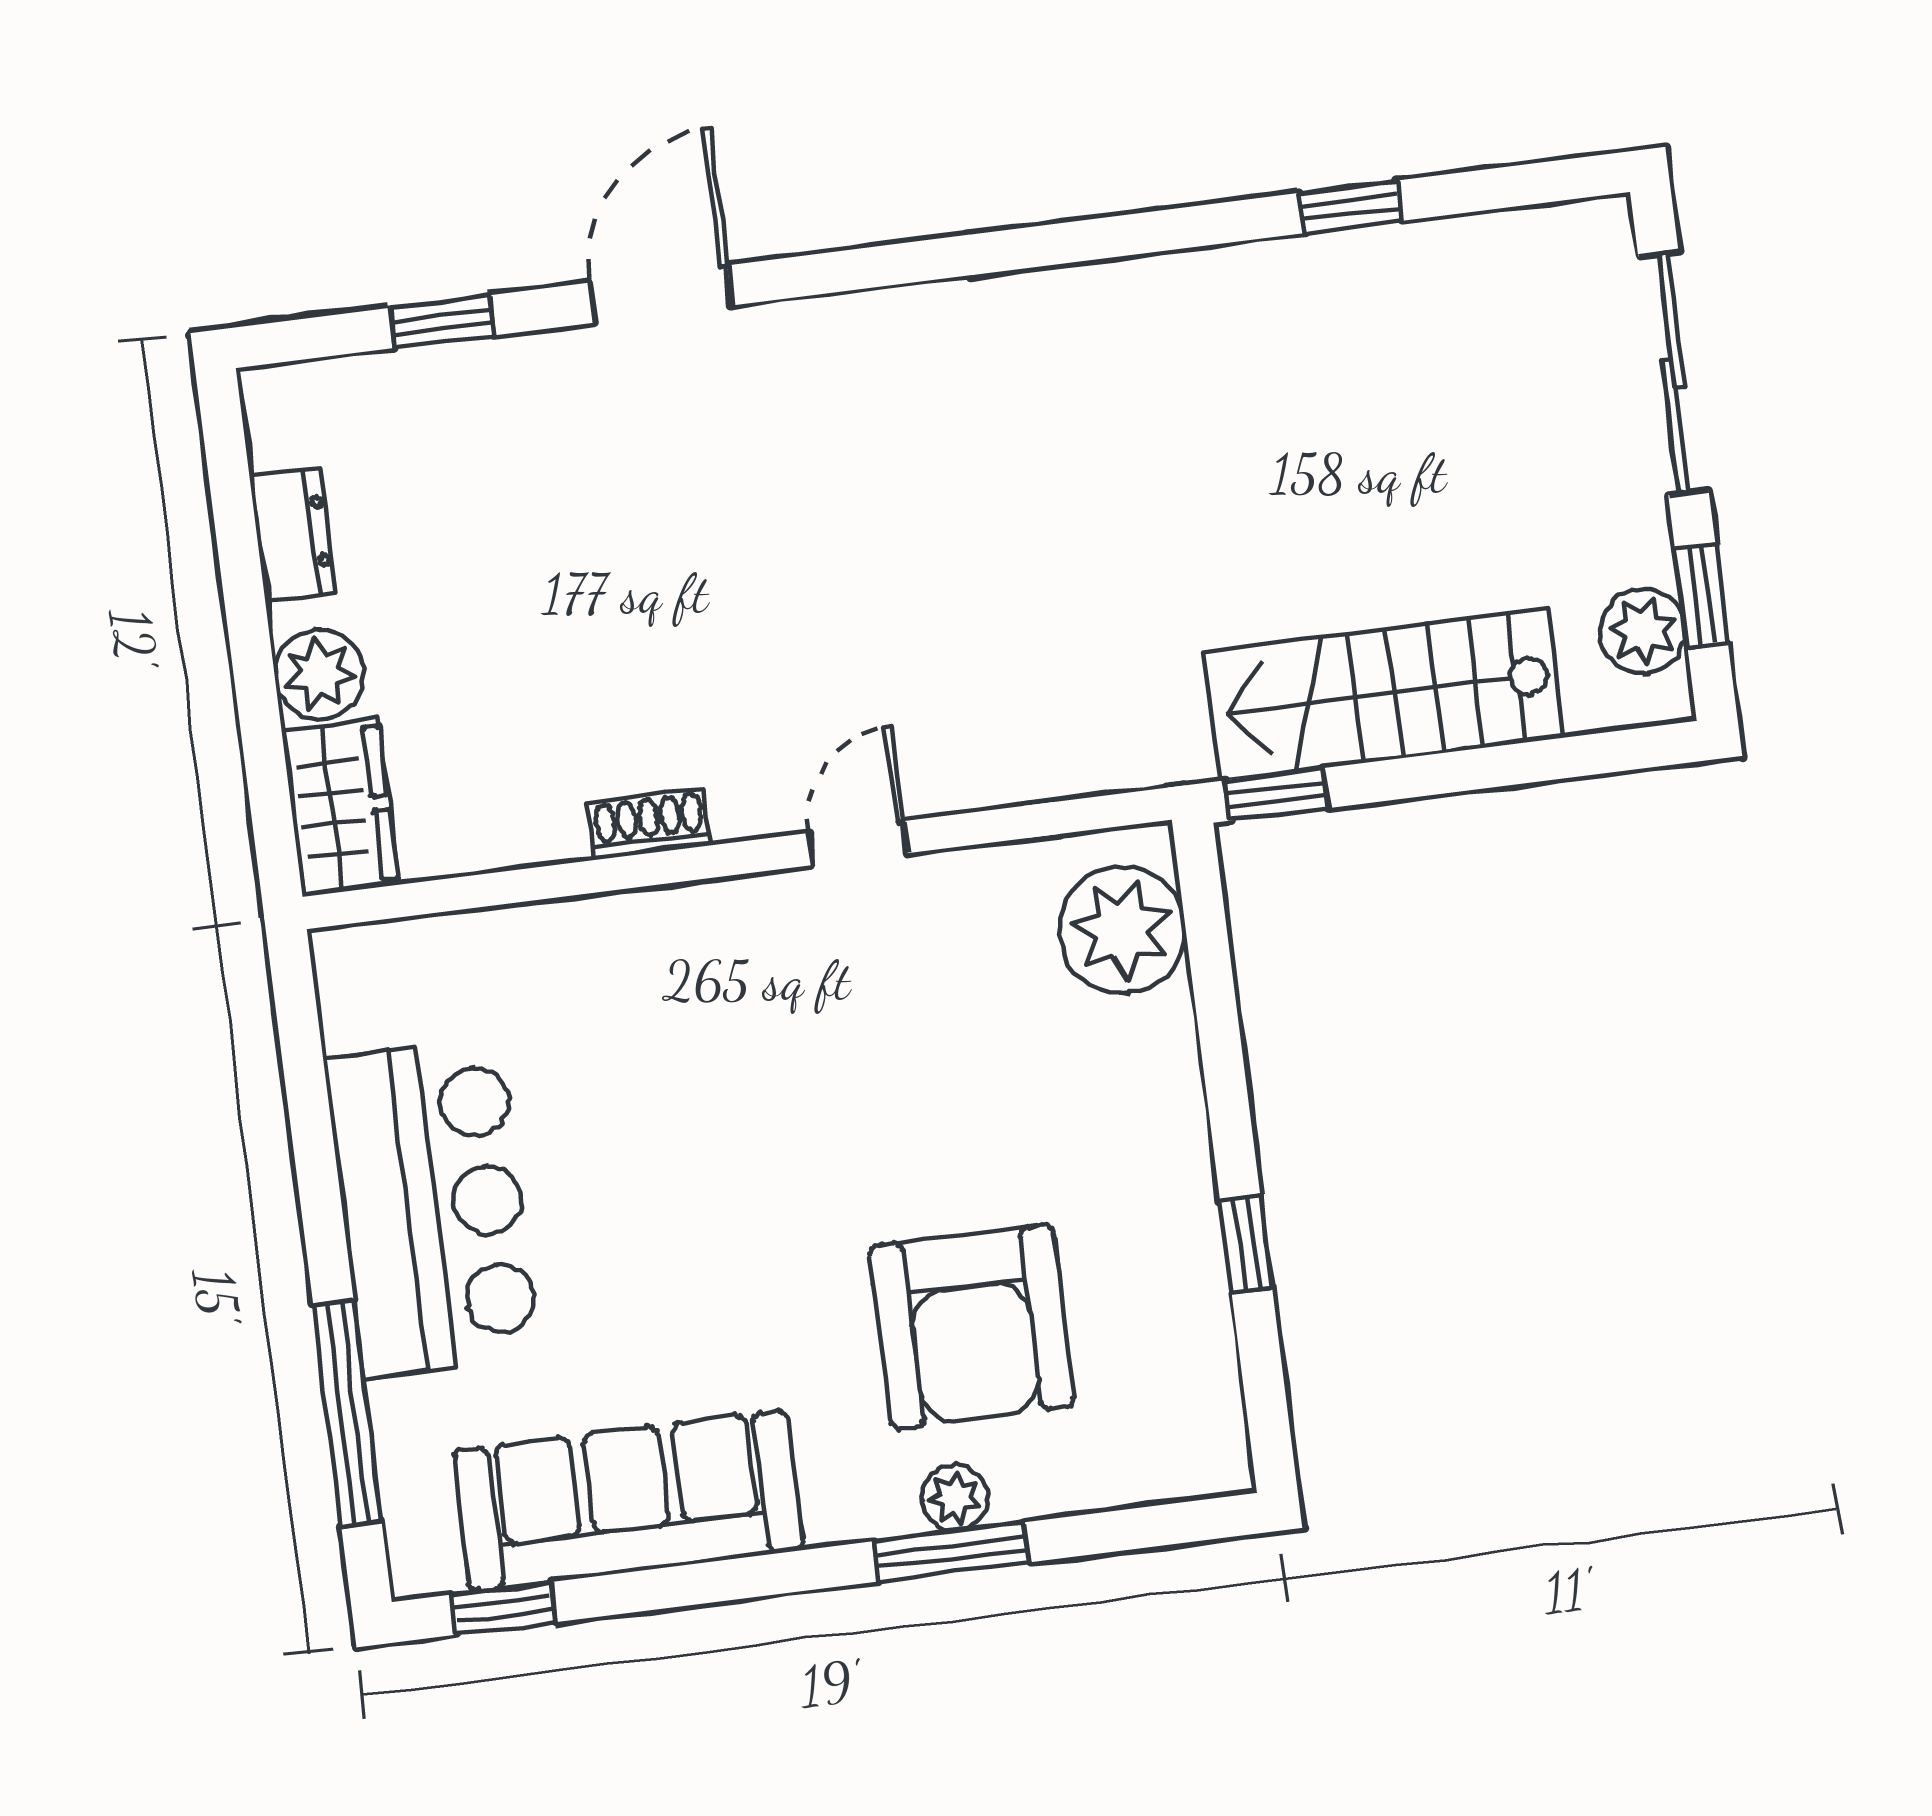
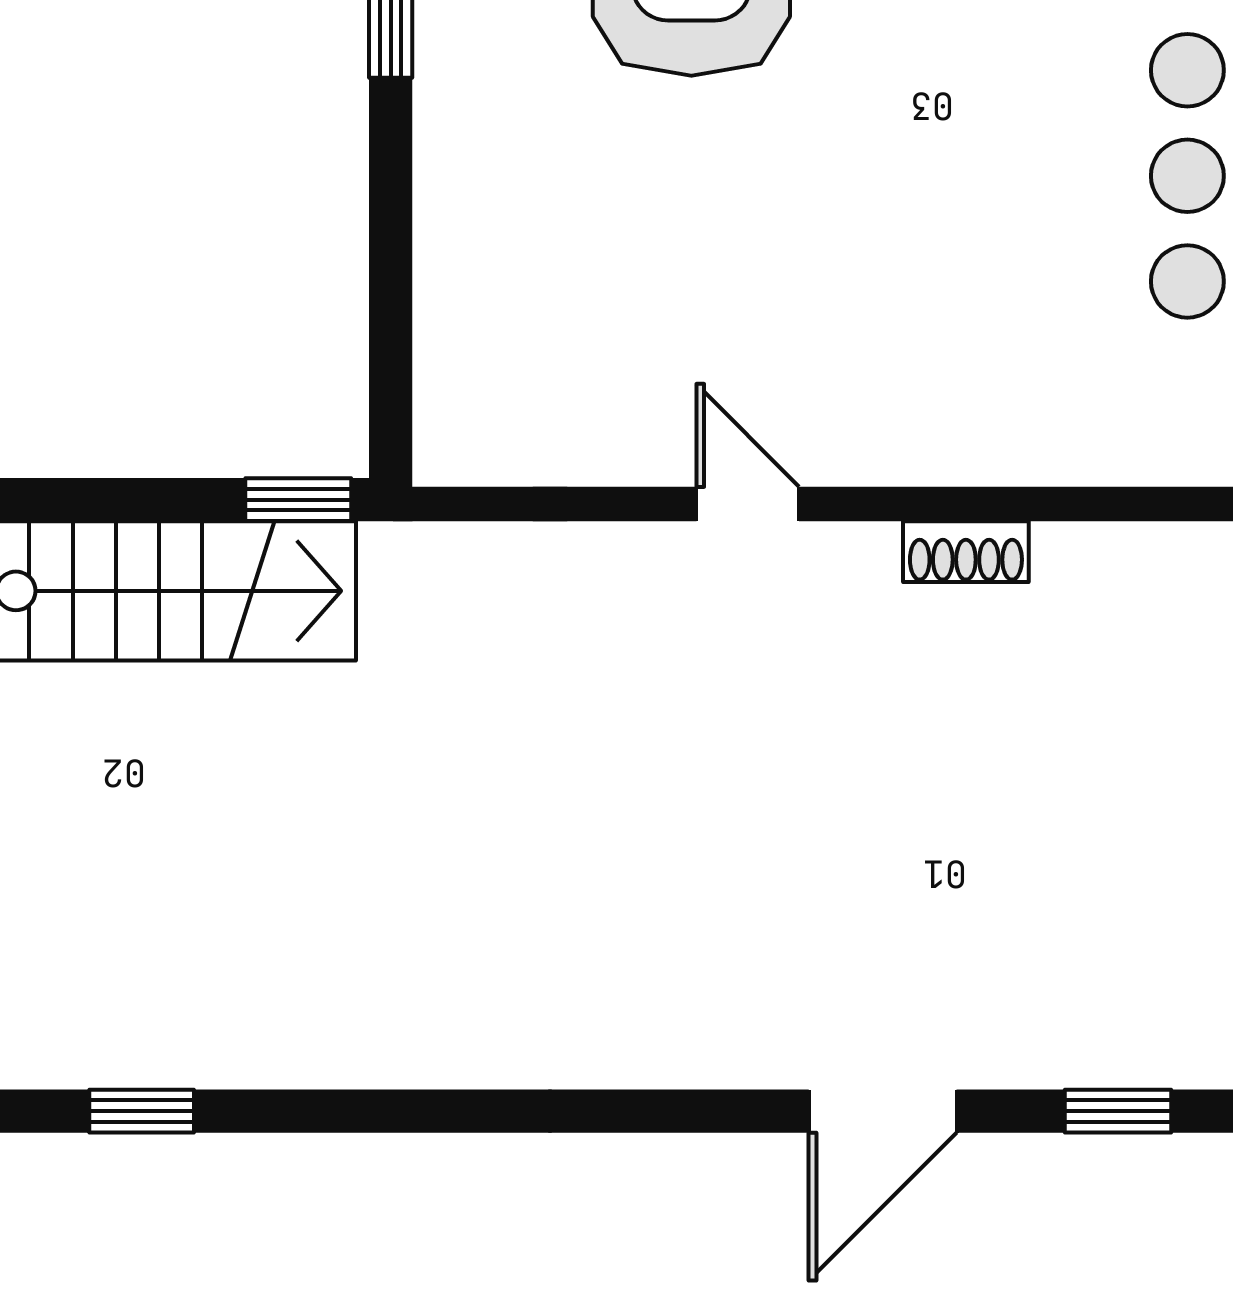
door: (858, 843) -> (748, 504), swing flipped
plant: (1122, 930) -> (480, 377), removed

